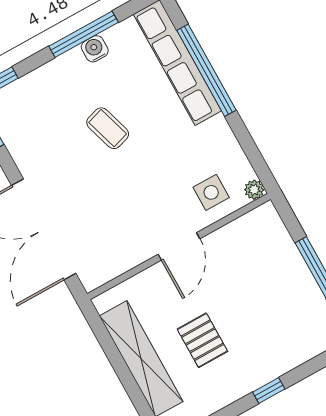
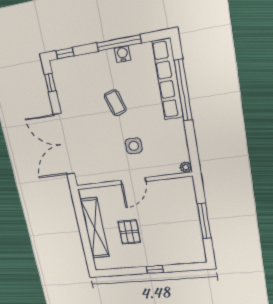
side table: (211, 192) -> (134, 146), moved

